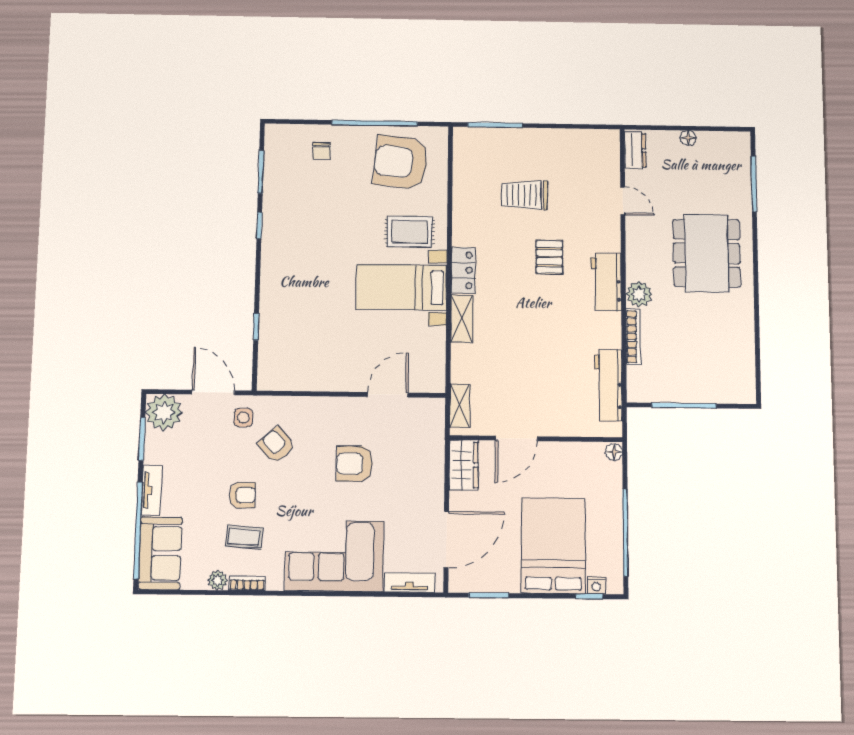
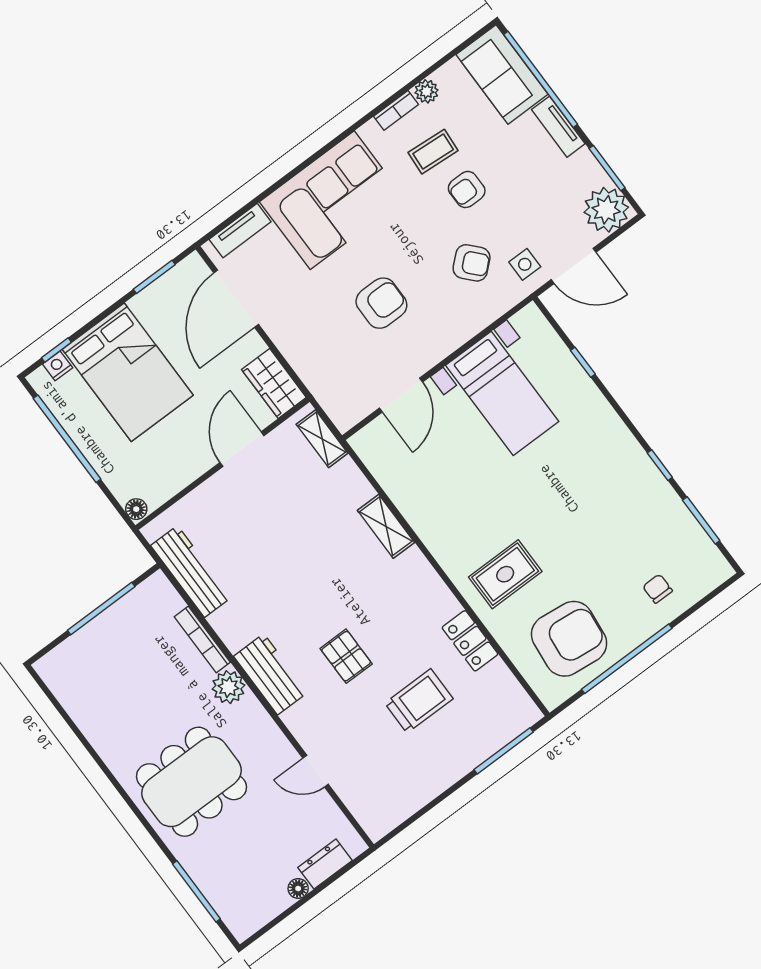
dresser: (635, 150) -> (325, 864), moved, turned 90
dining table: (707, 253) -> (191, 782), turned 90
locker: (463, 270) -> (470, 641), moved
bed with nightstands: (402, 287) -> (502, 393), moved, turned 90

